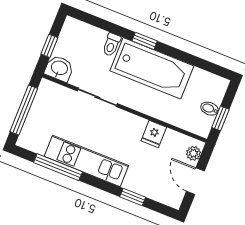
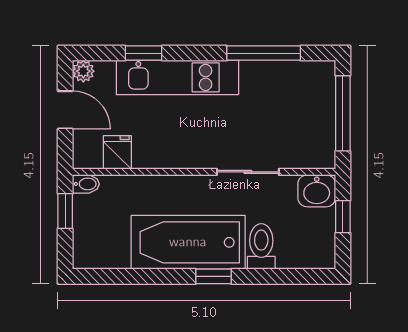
toilet: (111, 45) -> (261, 246), width x1.37, depth x1.39
bidet: (210, 109) -> (86, 184), moved
fridge: (154, 134) -> (117, 152), moved
plant: (193, 153) -> (83, 71), moved
kitchen unit: (86, 161) -> (177, 77), moved

